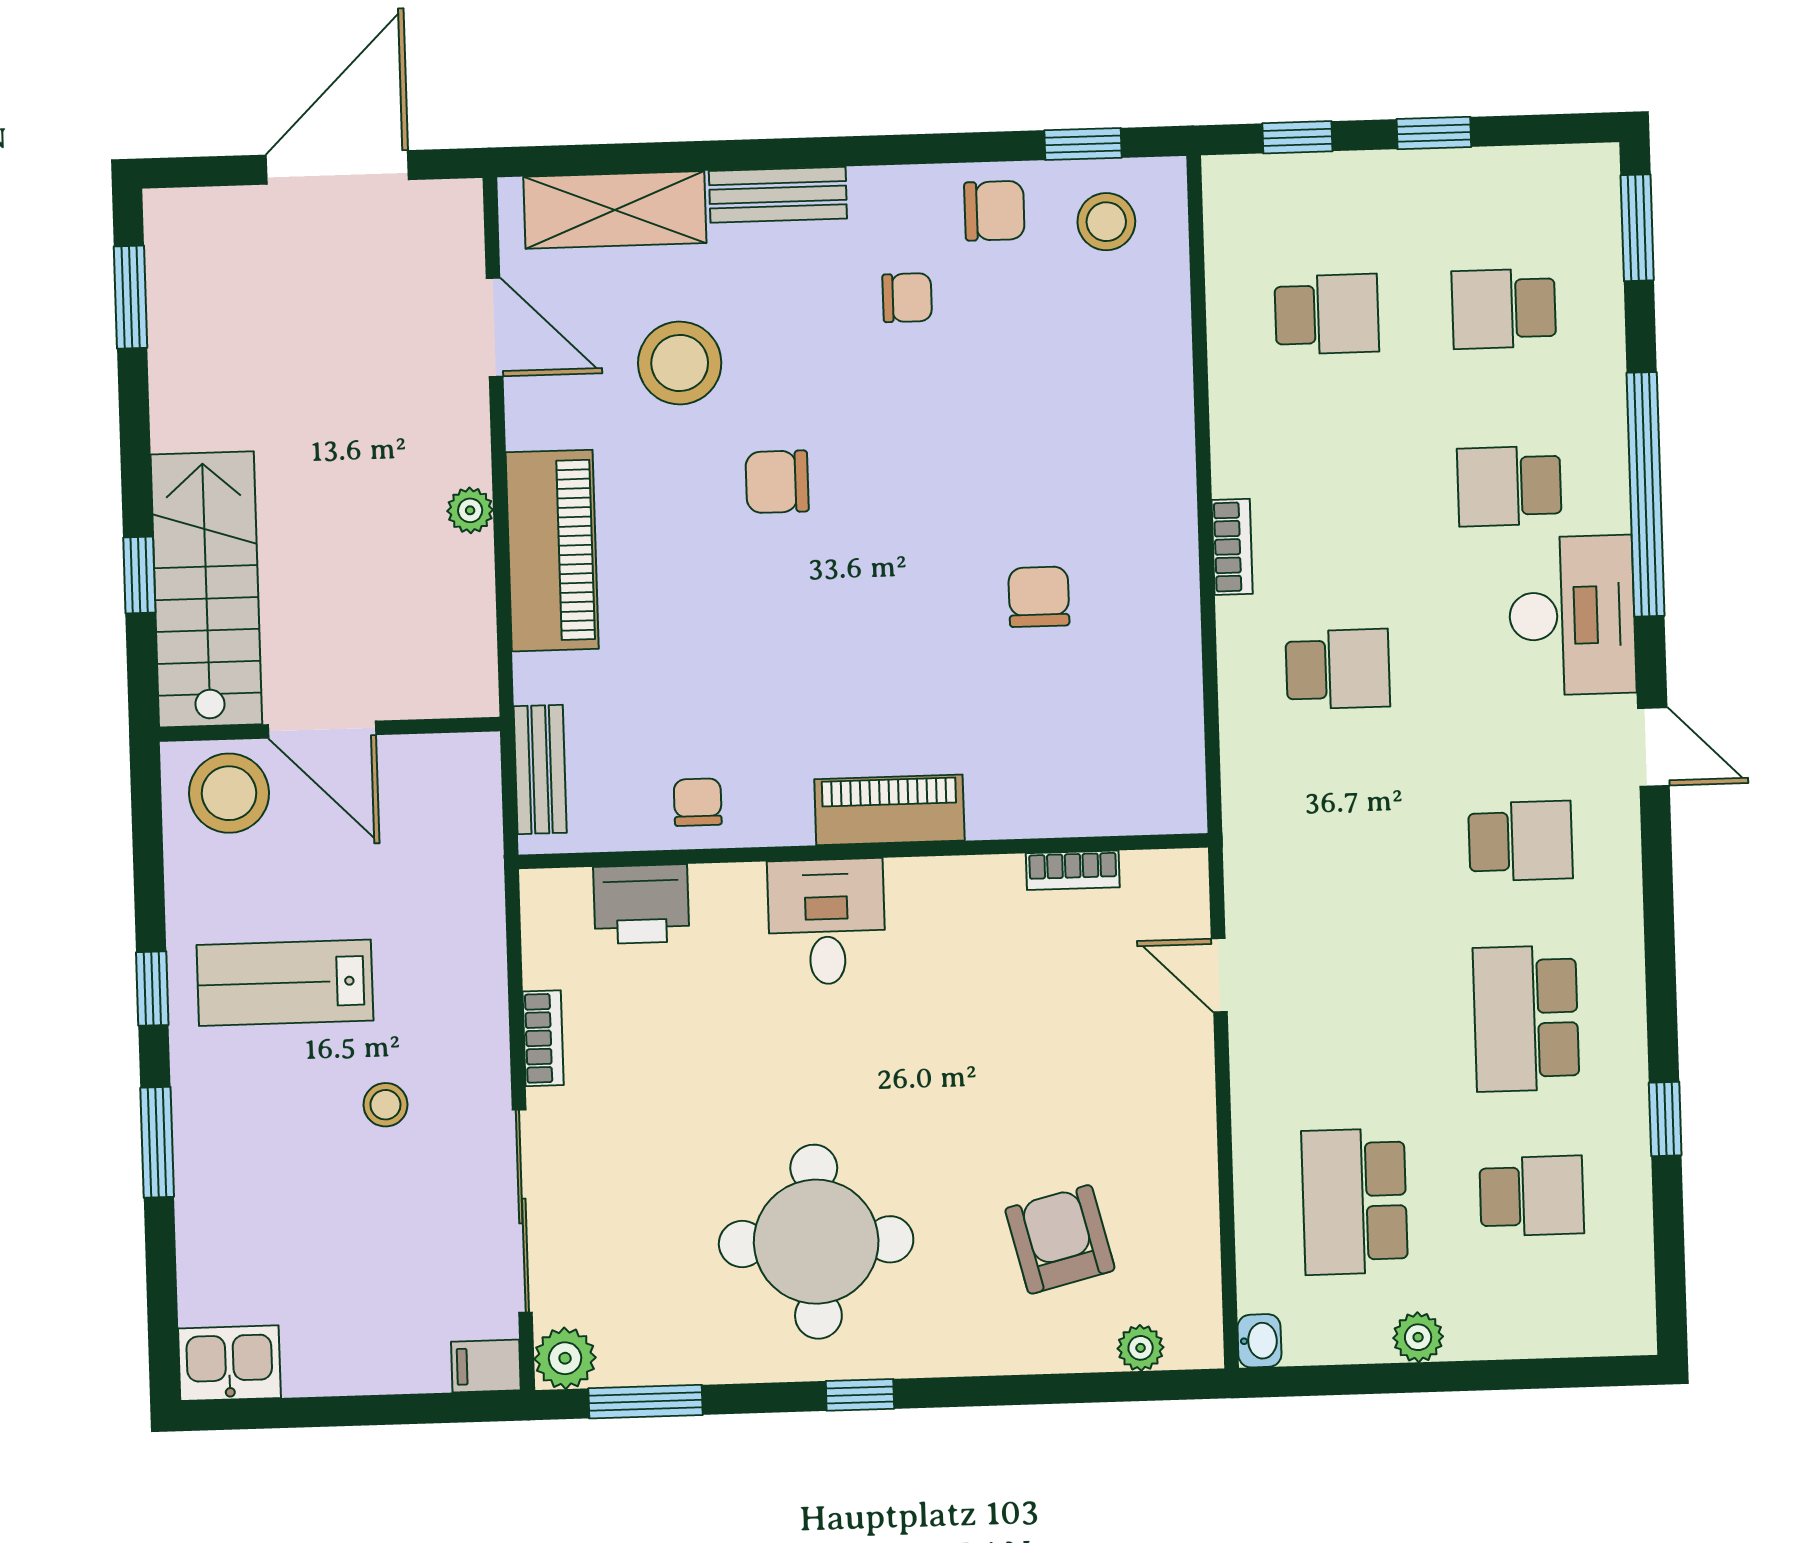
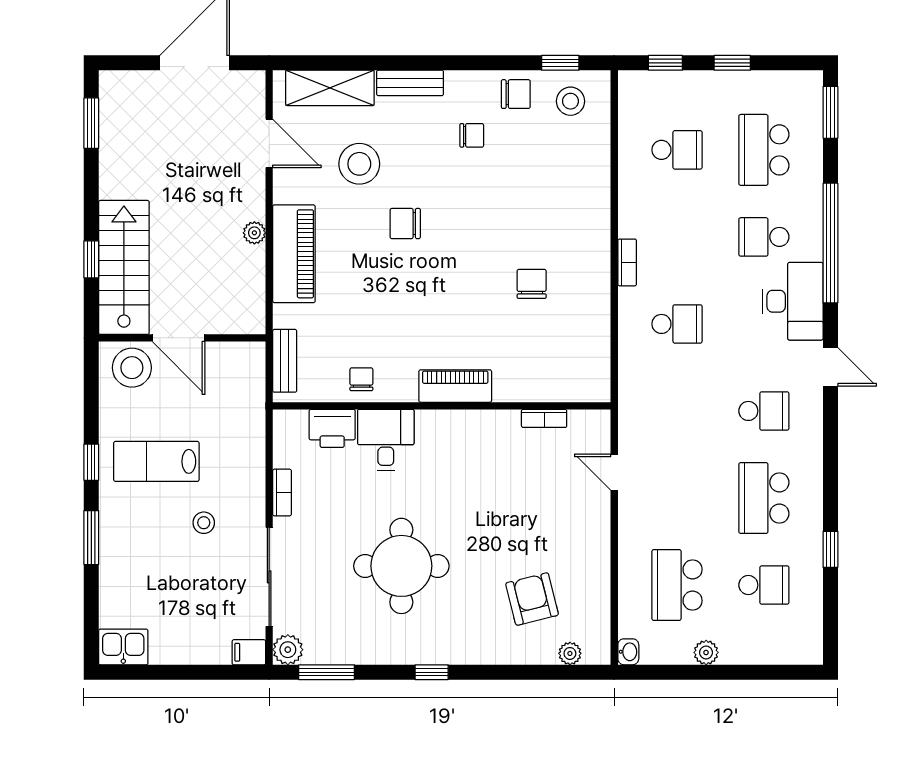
school desk: (1504, 309) -> (764, 150), width x1.85
desk: (827, 922) -> (386, 440), moved
round table: (816, 1242) -> (401, 566), moved

